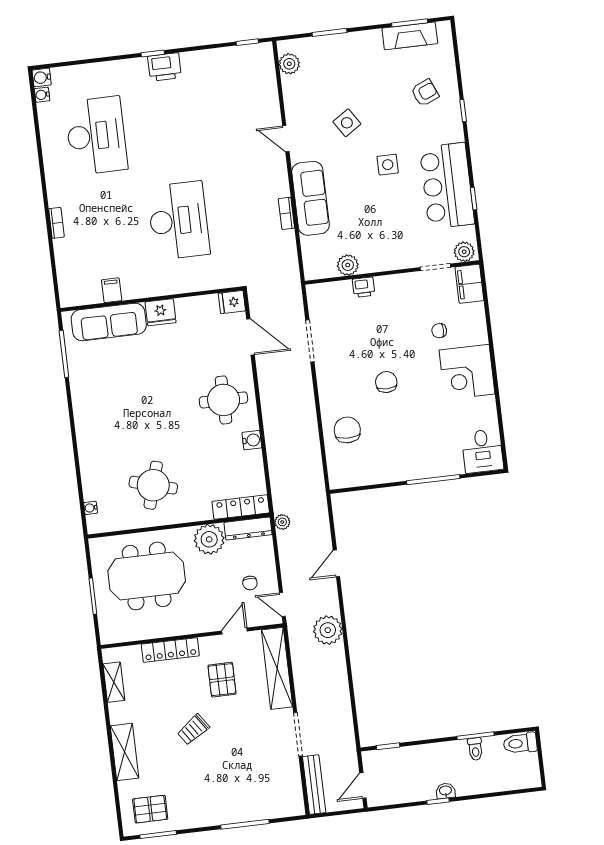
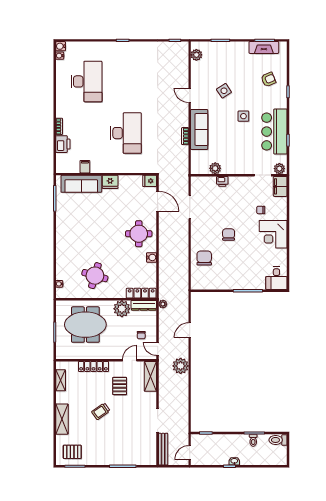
printer: (165, 67) -> (63, 144), moved, turned -90
shelving: (277, 668) -> (150, 376), width x0.68

